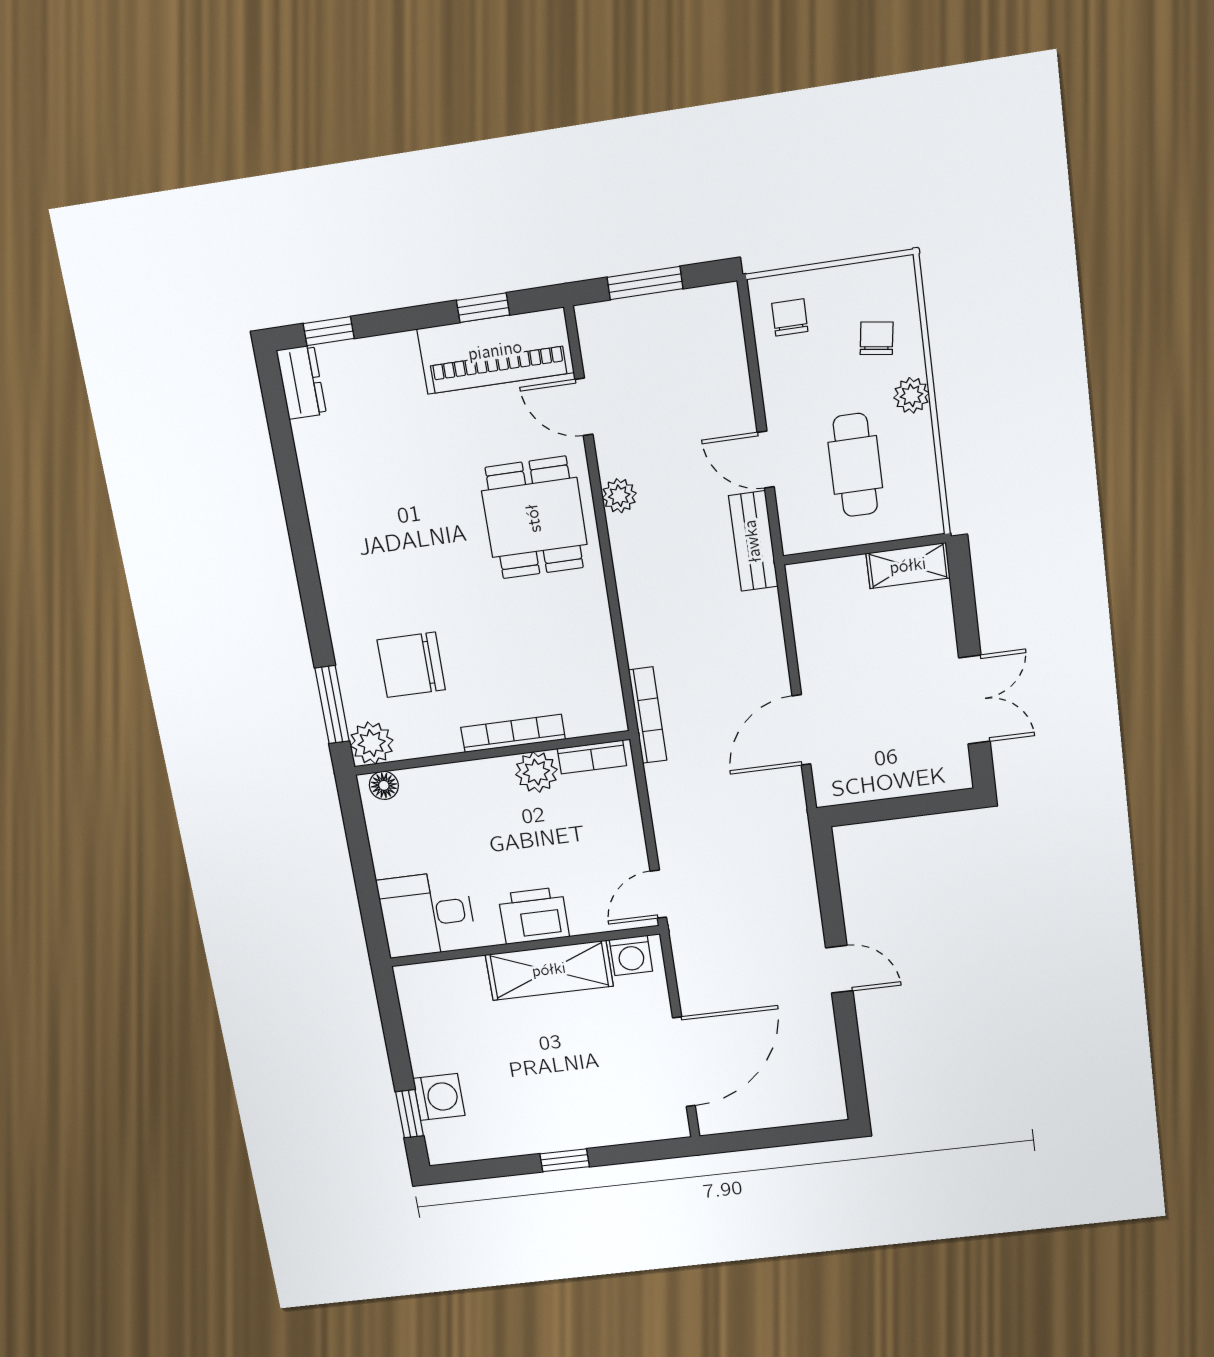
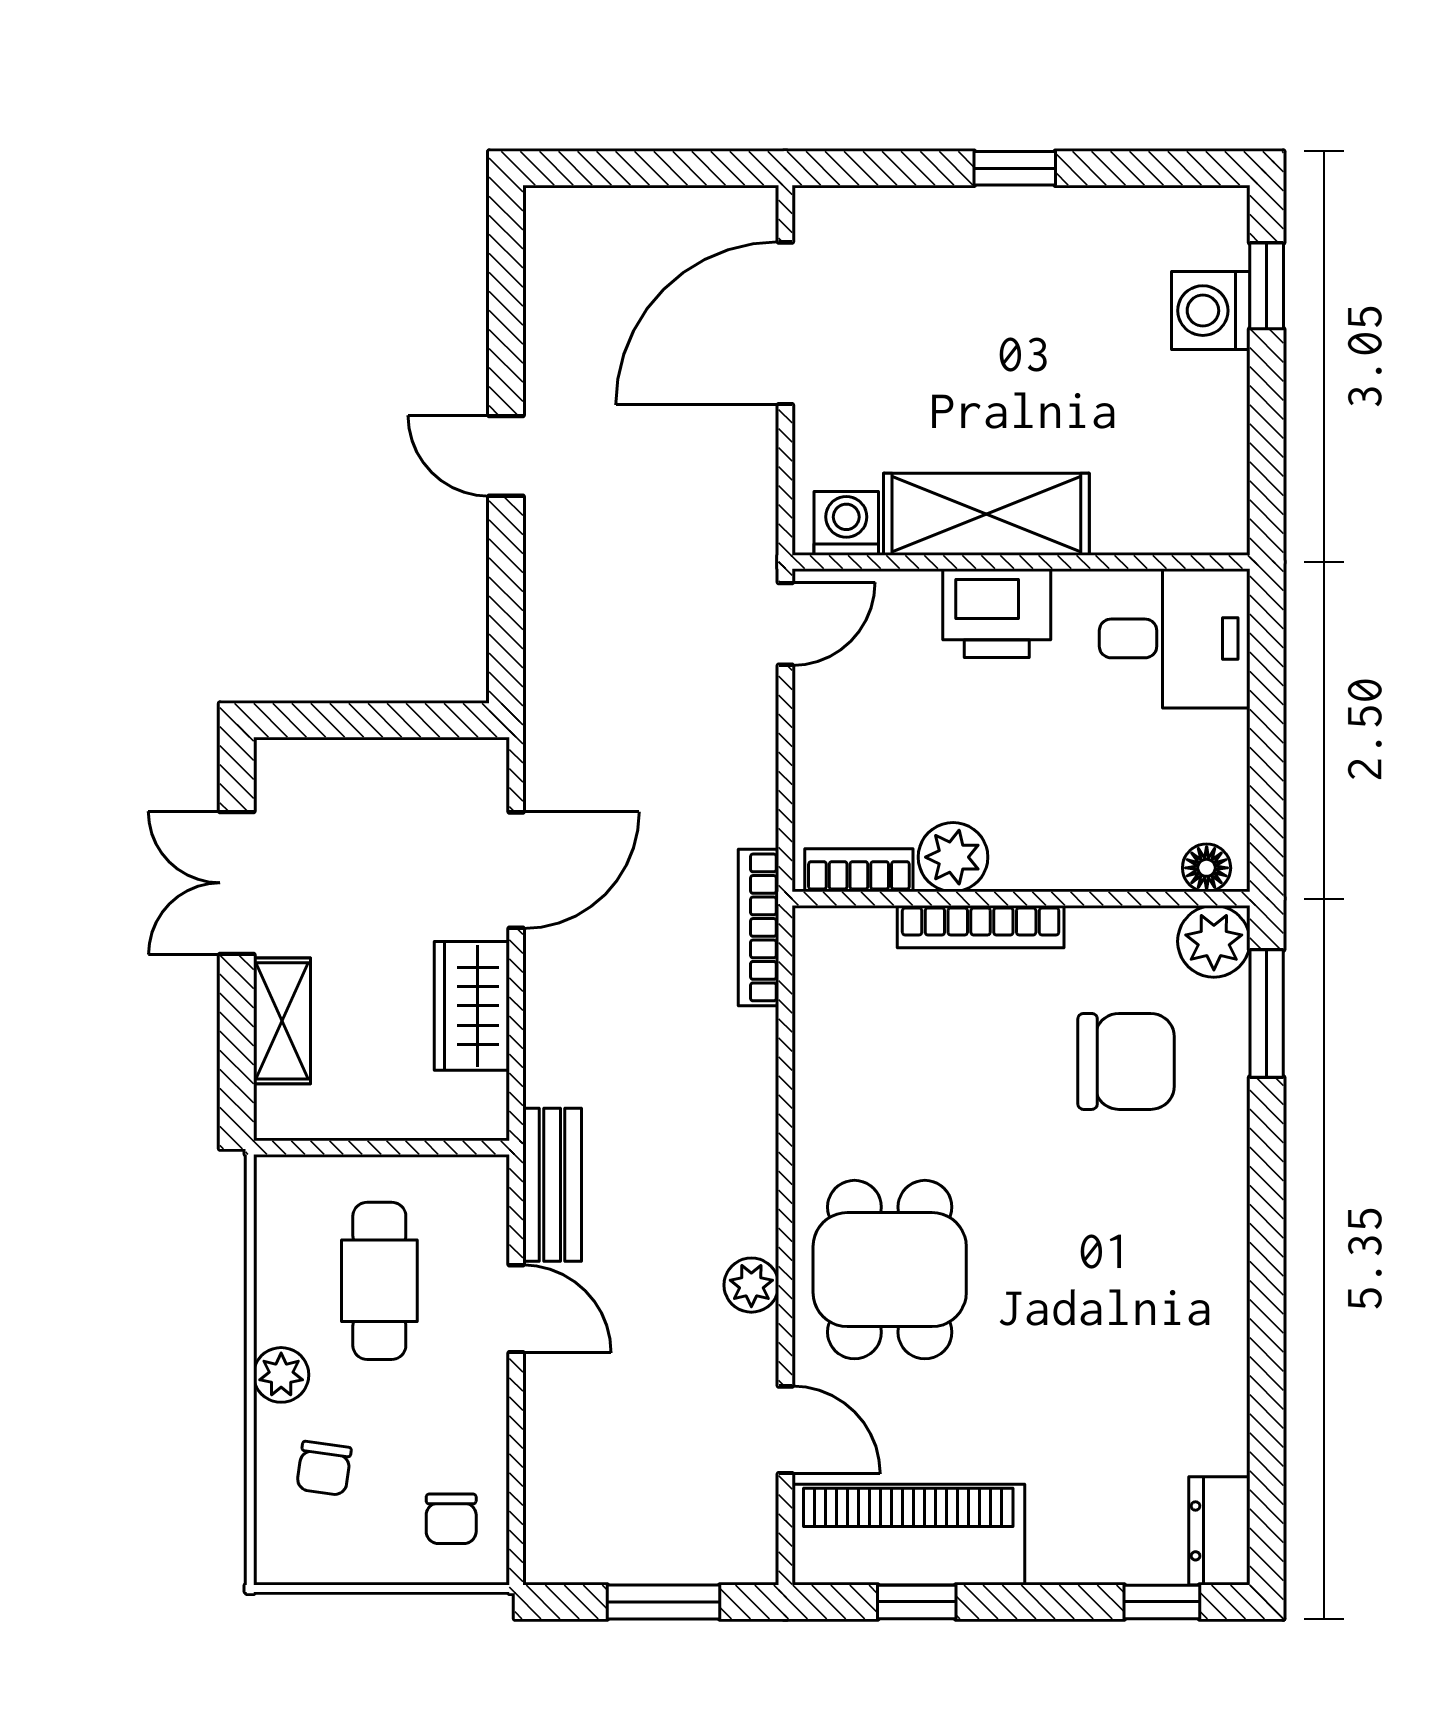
shelving: (908, 566) -> (282, 1021), moved, turned 90
wardrobe: (818, 644) -> (472, 1006), added

